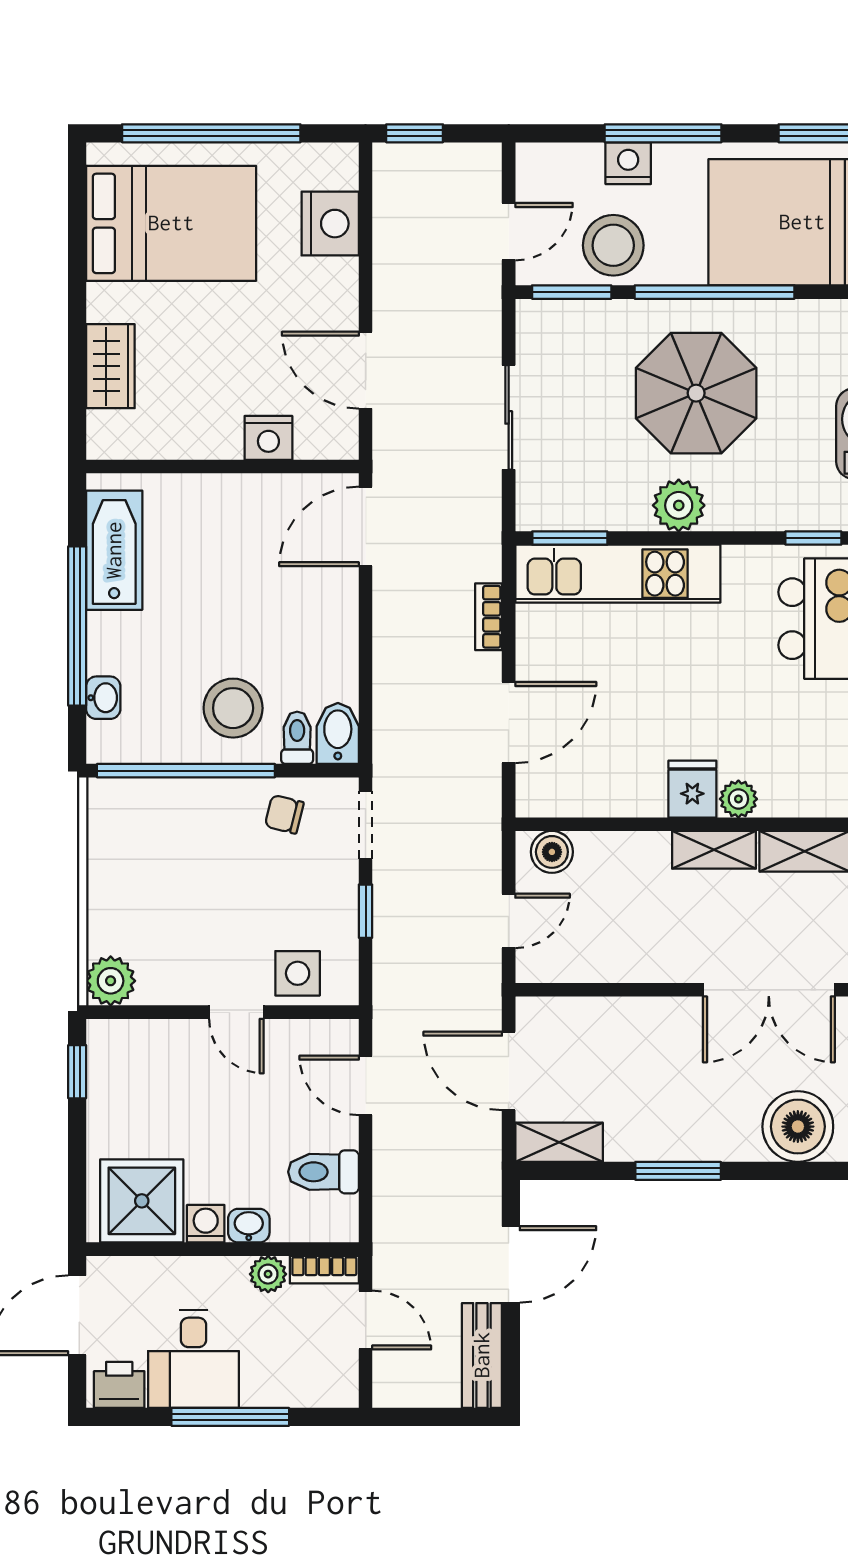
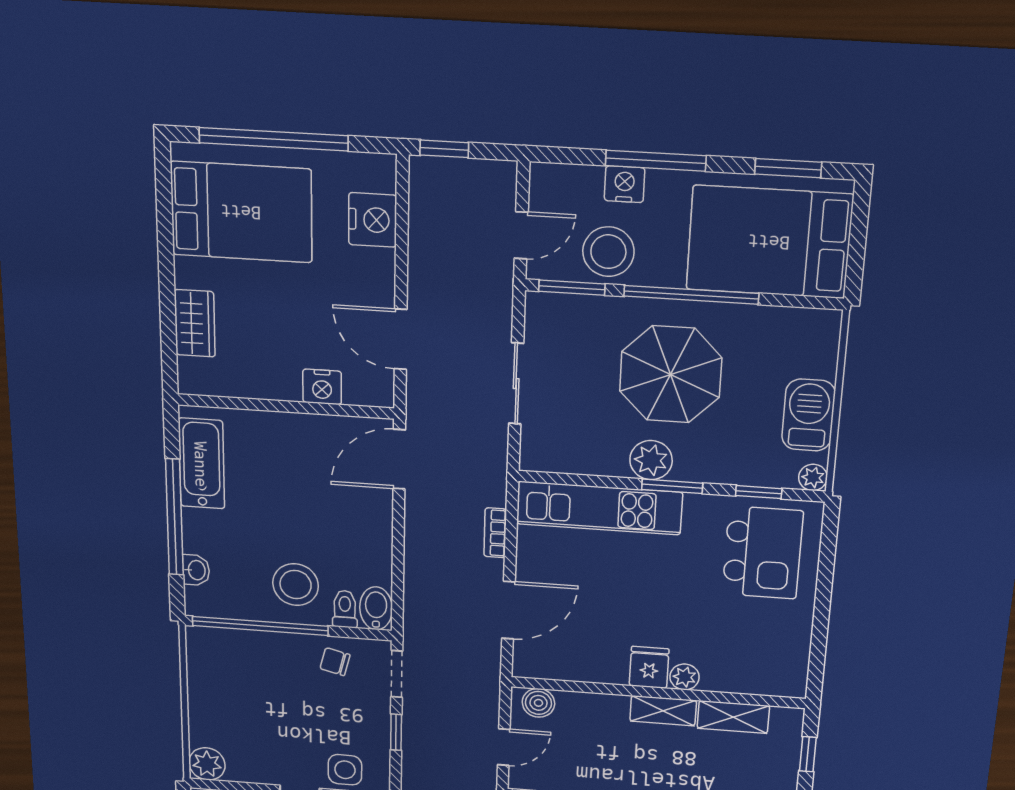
window: (570, 538) -> (672, 486), moved

